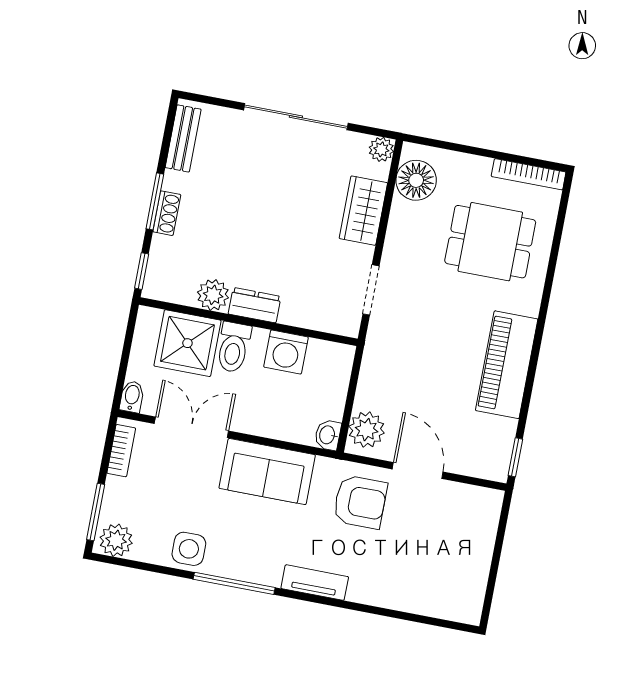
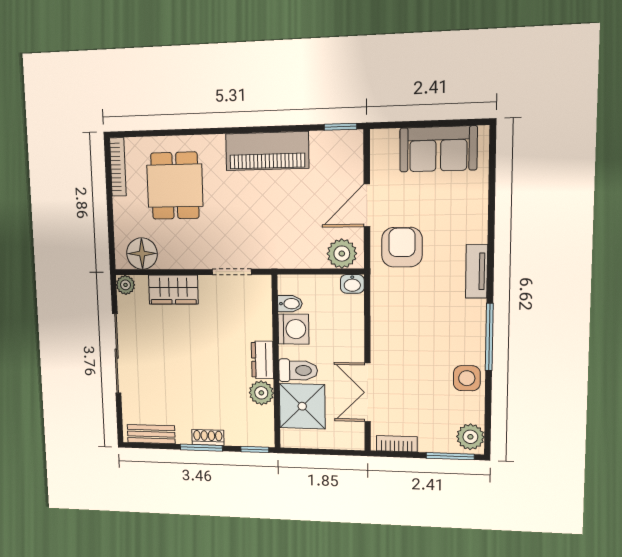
bidet: (132, 397) -> (290, 304), moved, turned 180
sofa: (267, 472) -> (438, 149), moved, turned 90

